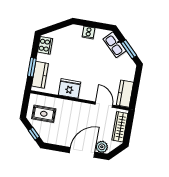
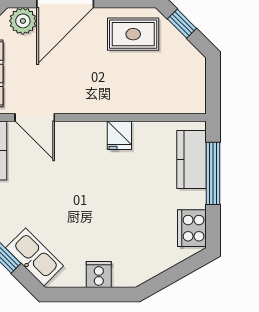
window: (32, 67) -> (213, 173), width x1.44
fridge: (69, 88) -> (119, 135), width x0.53, depth x0.75
rug: (44, 114) -> (133, 34), moved

